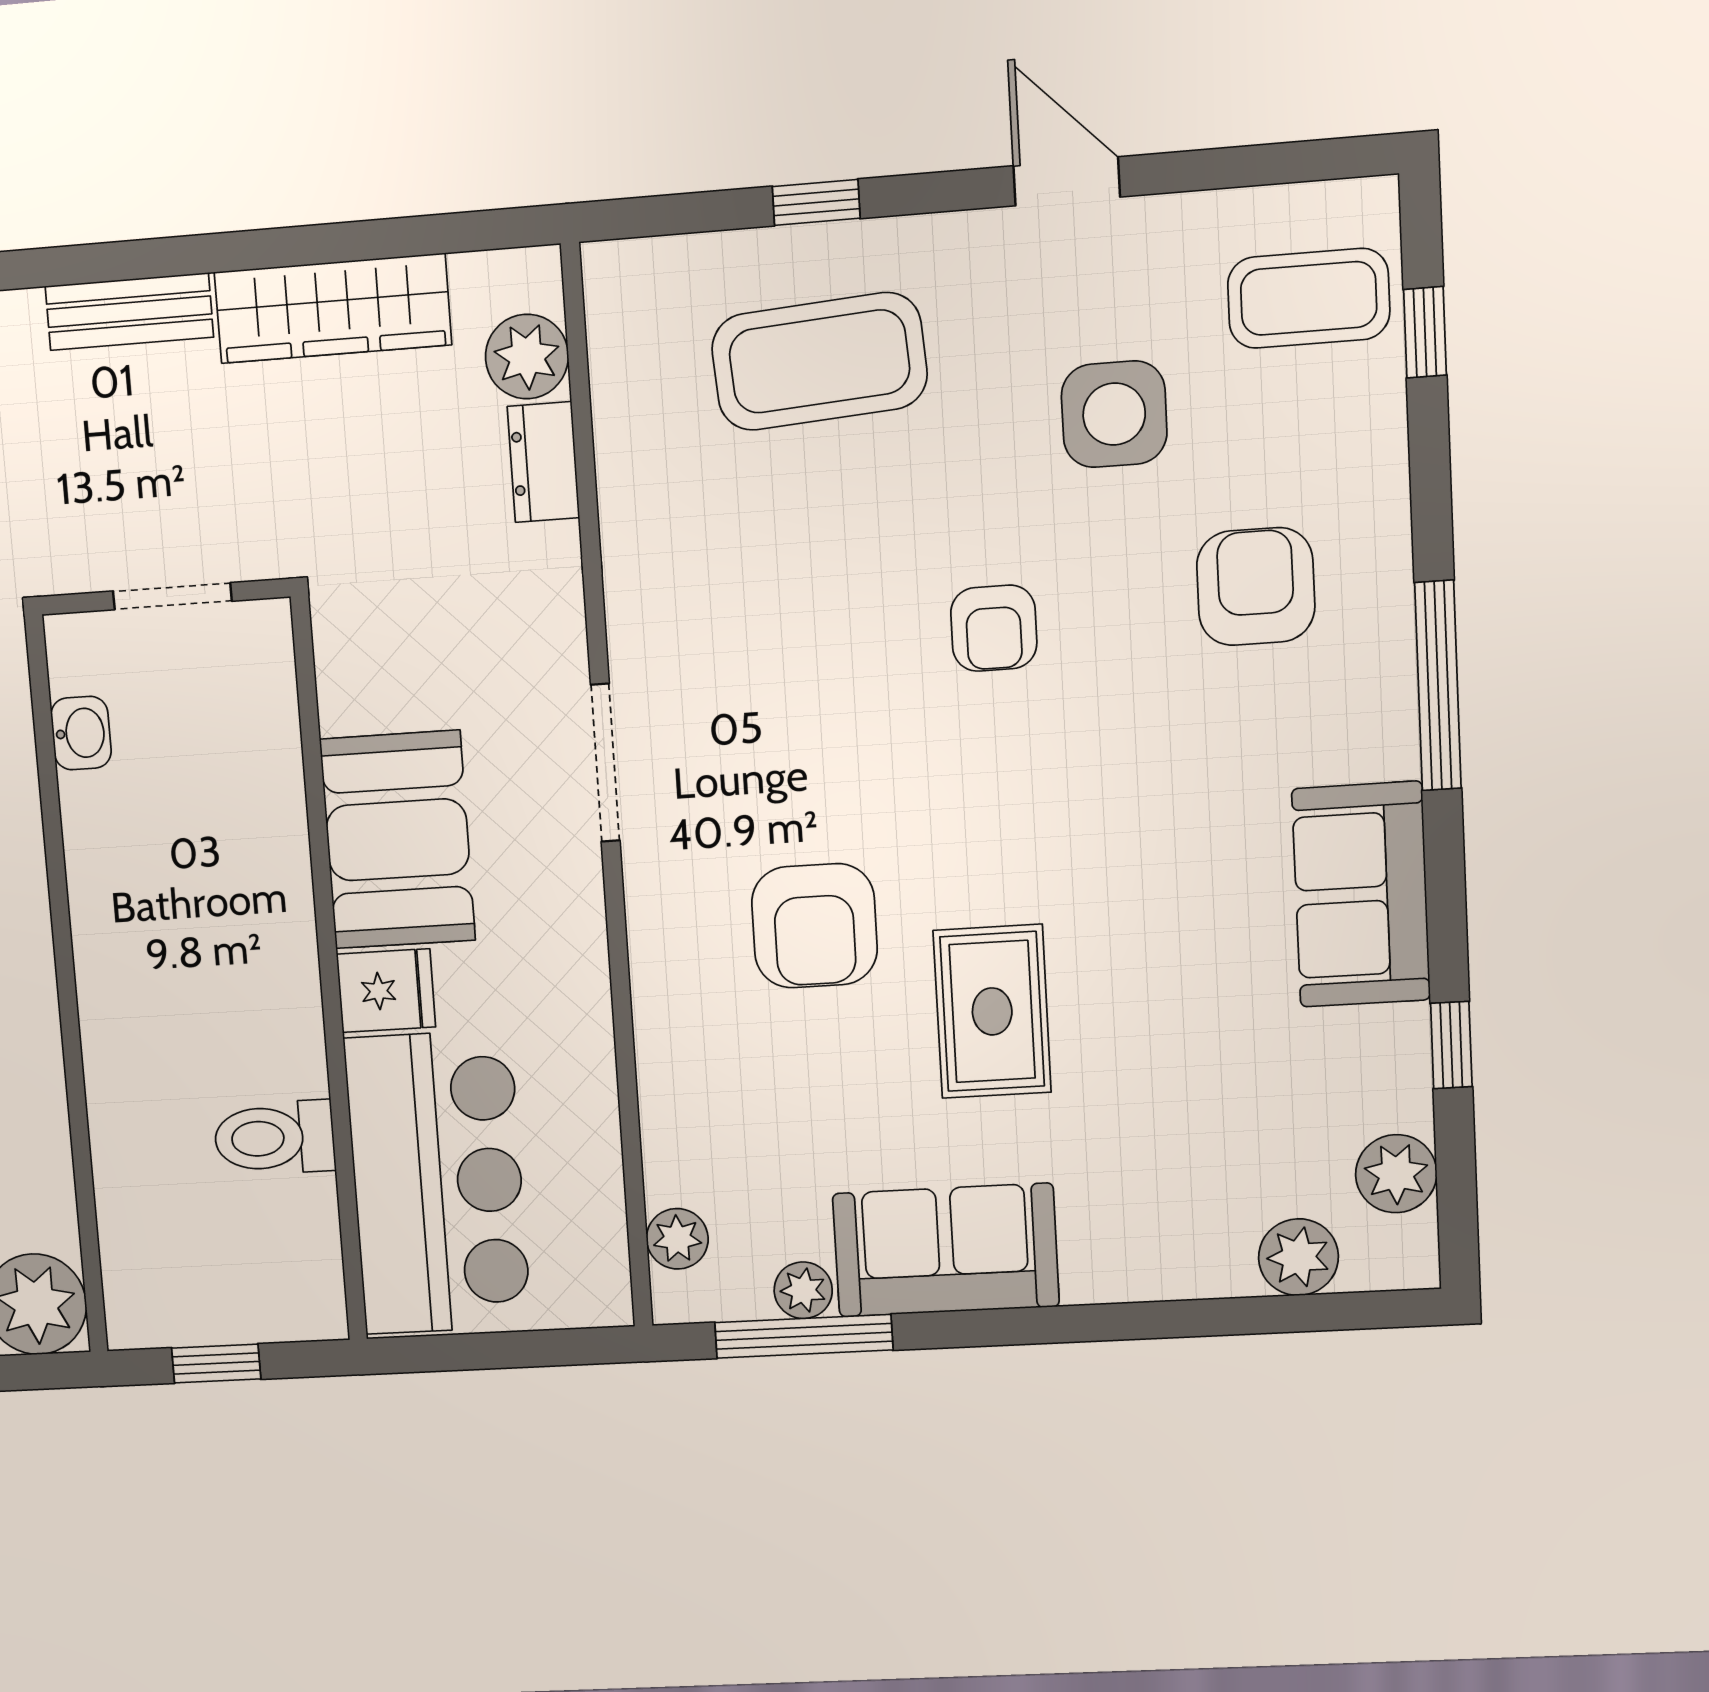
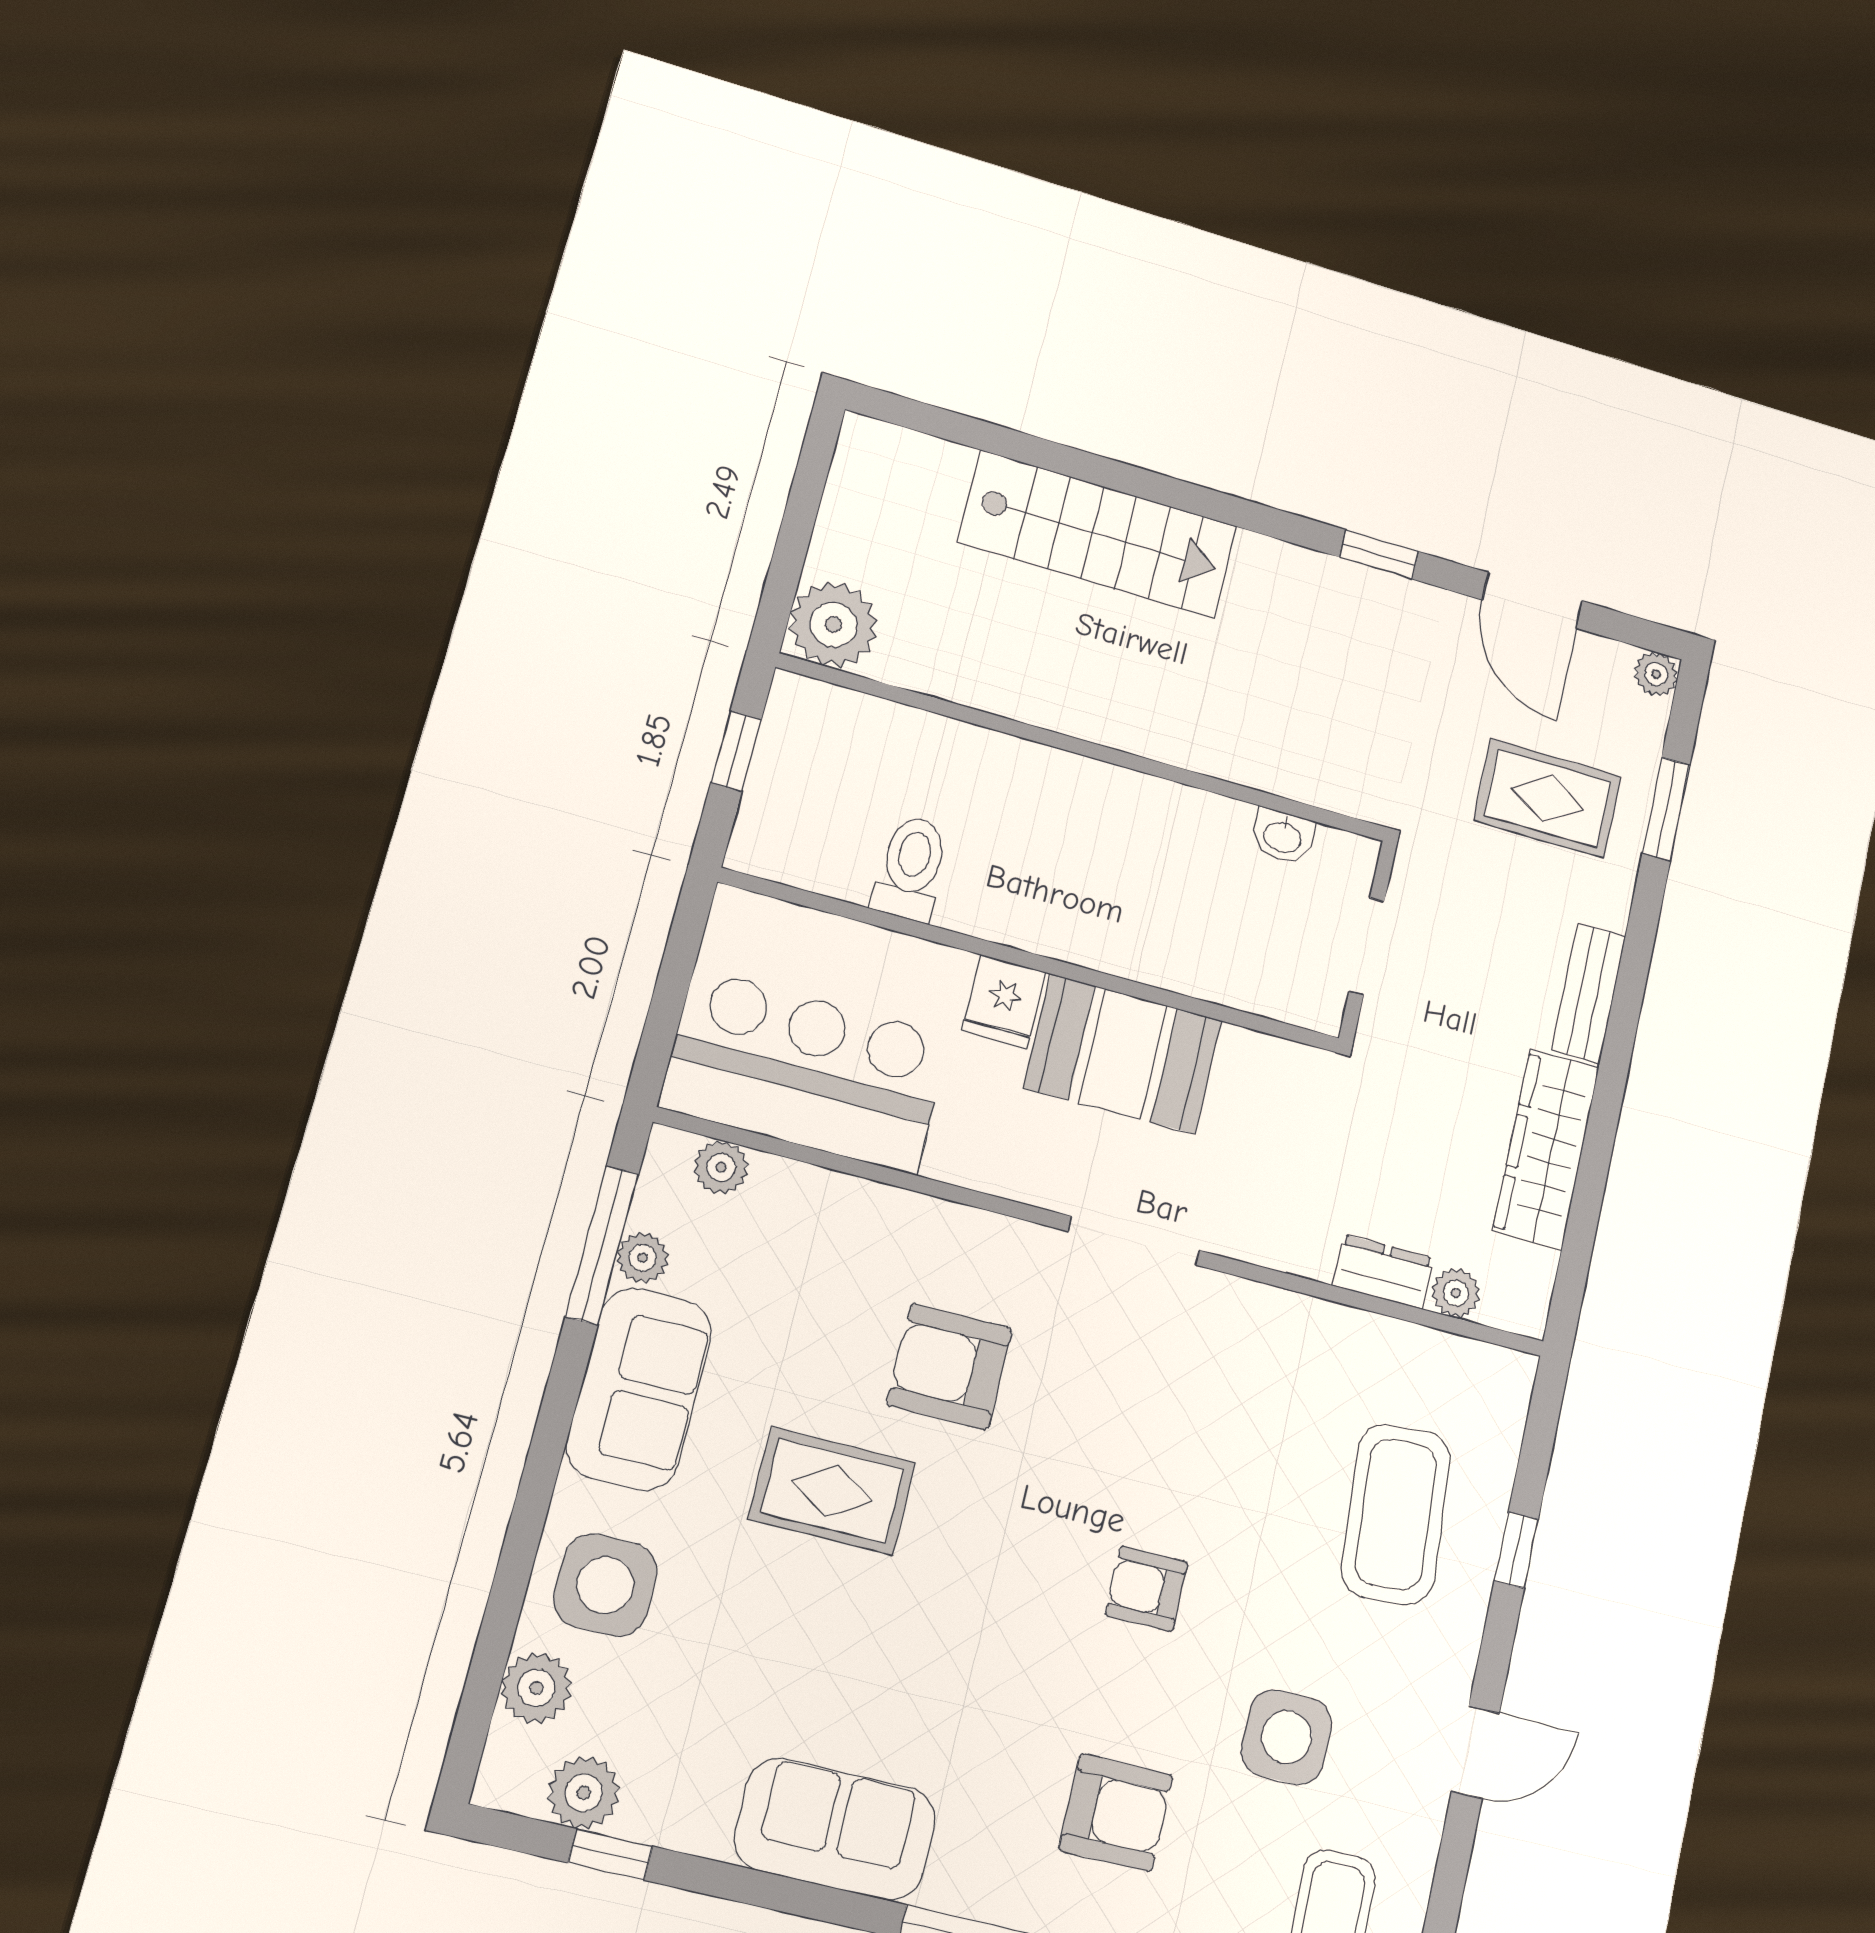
plant: (527, 356) -> (1456, 1293), width x0.73, depth x0.73
window: (1451, 1045) -> (610, 1854), moved
bar counter: (438, 1183) -> (806, 1071), moved, turned 180
side table: (1168, 1220) -> (605, 1585), added

